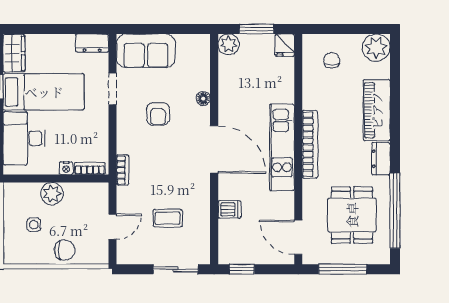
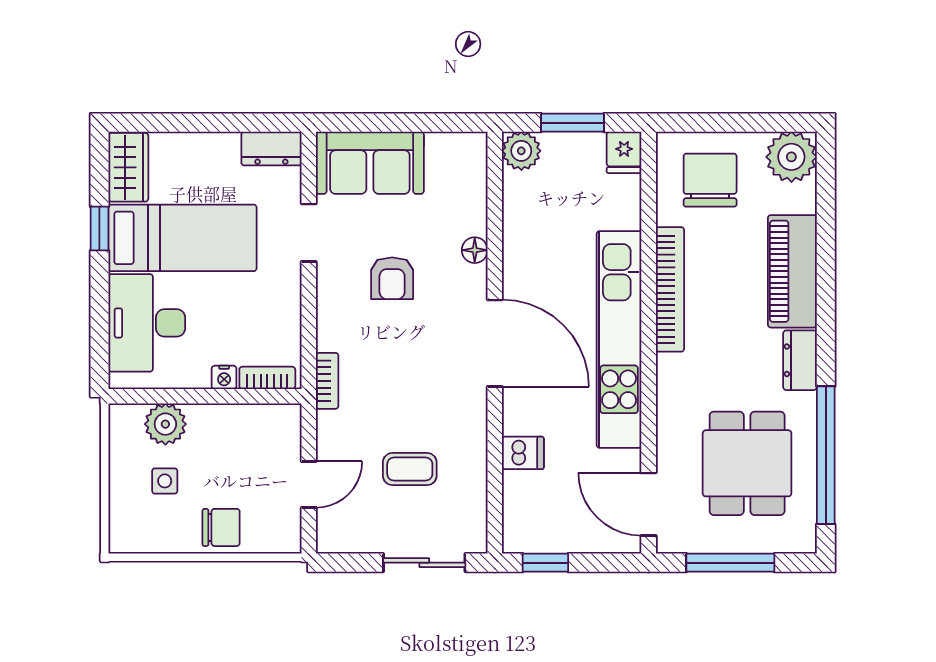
chair: (332, 60) -> (710, 180), width x1.87, depth x1.87
bookcase: (310, 144) -> (670, 289), moved
kitchen unit: (282, 147) -> (619, 339), width x1.36
plant: (52, 194) -> (165, 424), moved

